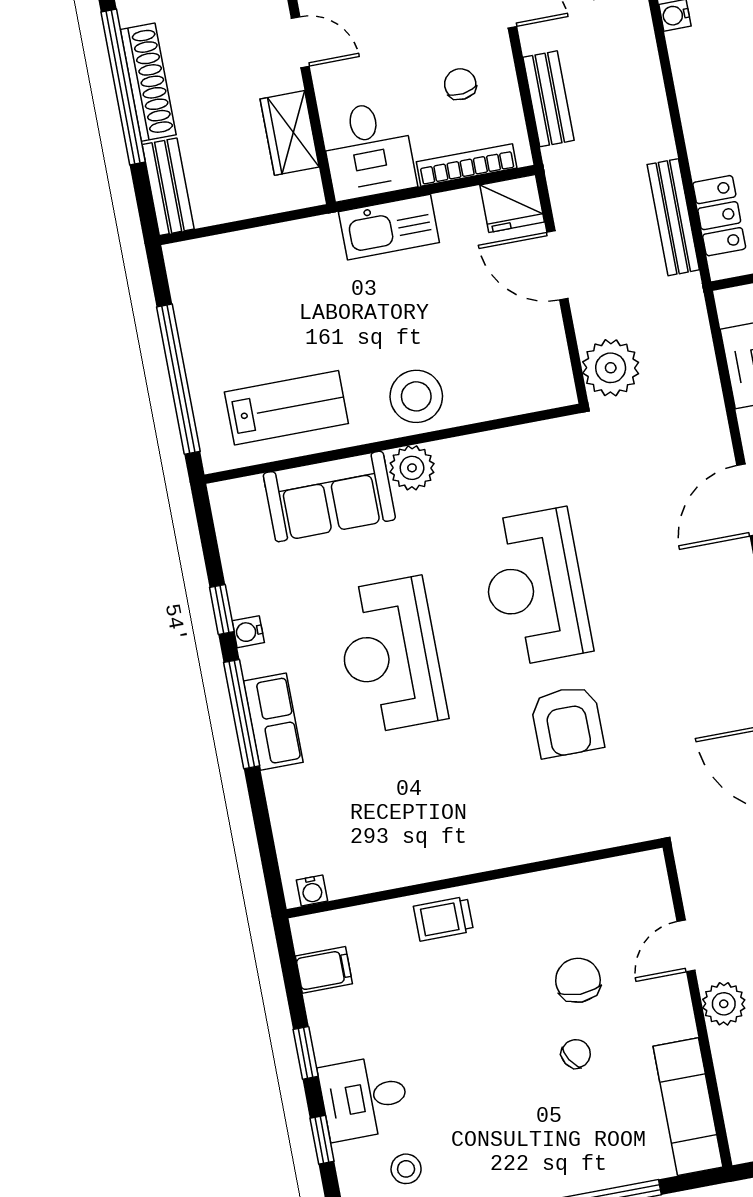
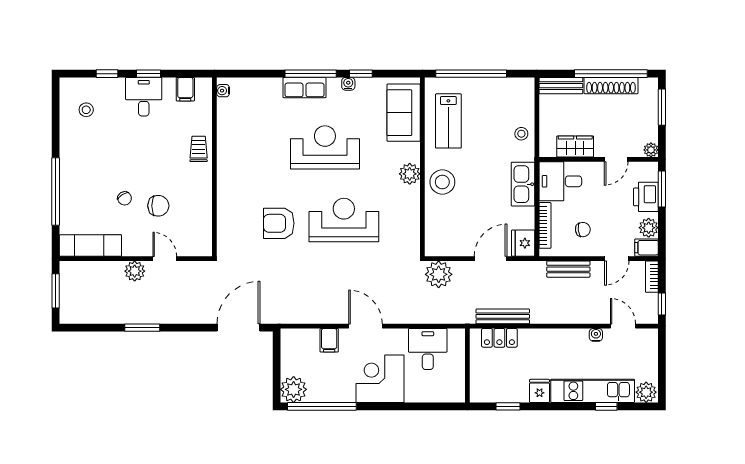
stool: (284, 250) -> (521, 134), added
sofa: (329, 496) -> (404, 113), moved
desk: (364, 1098) -> (144, 97), moved

